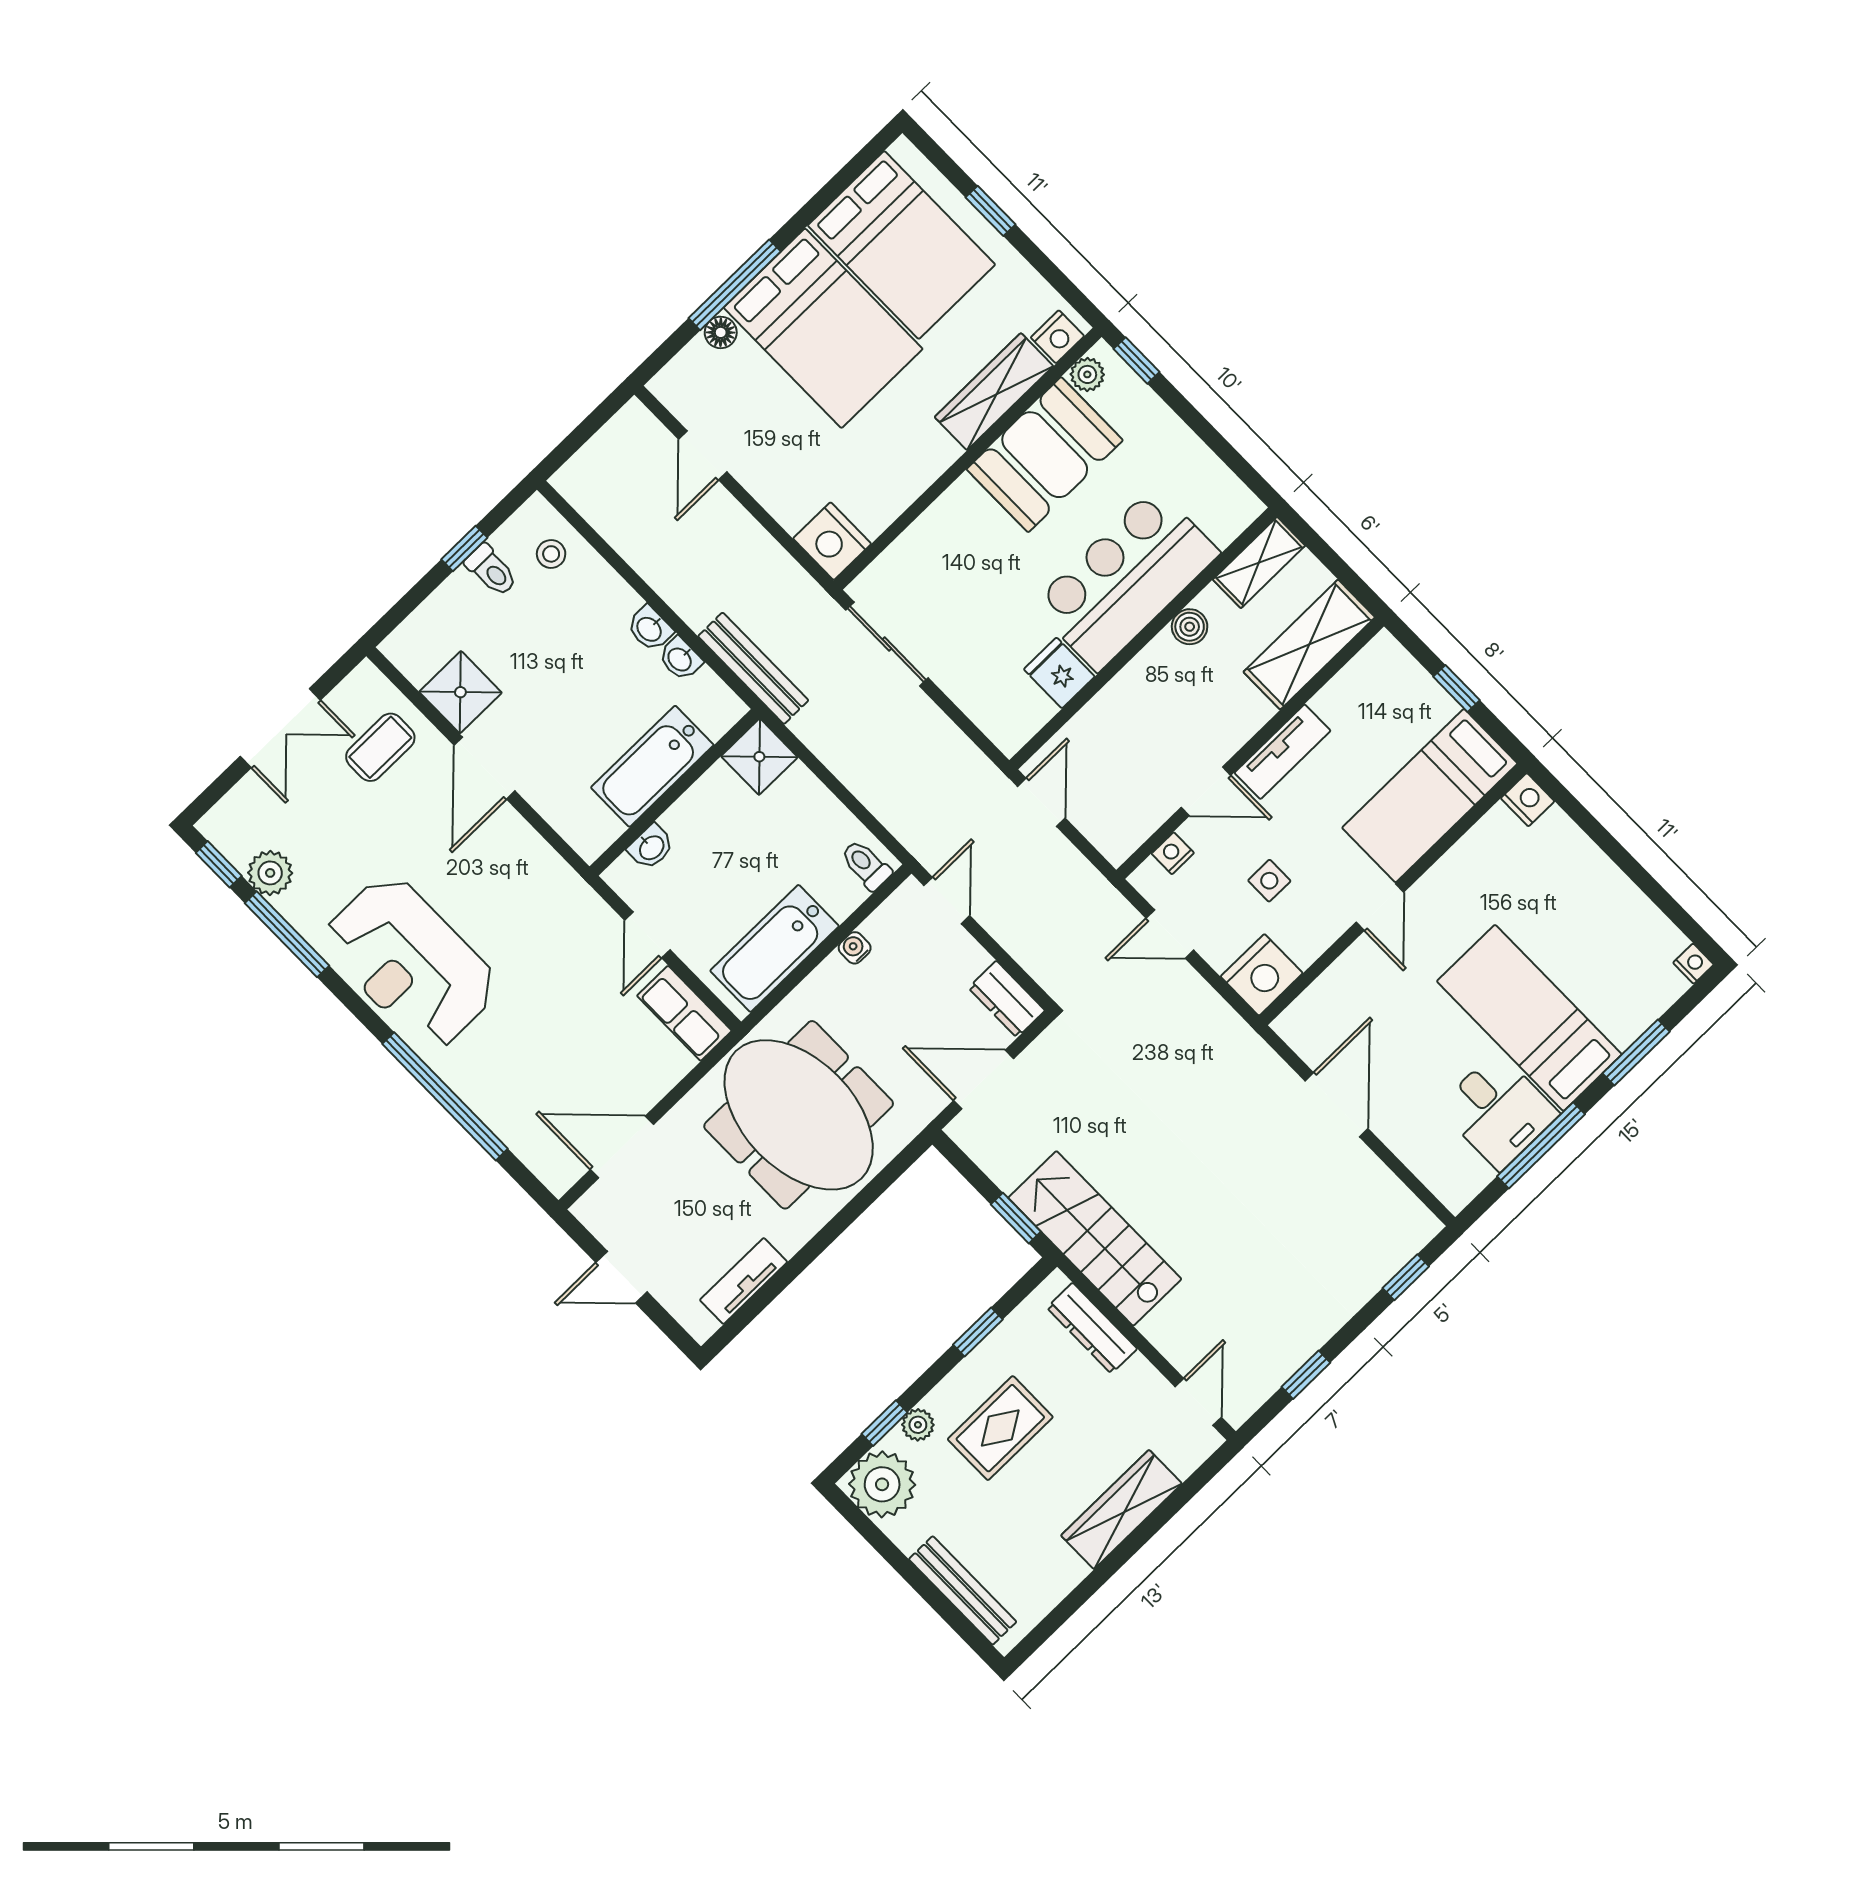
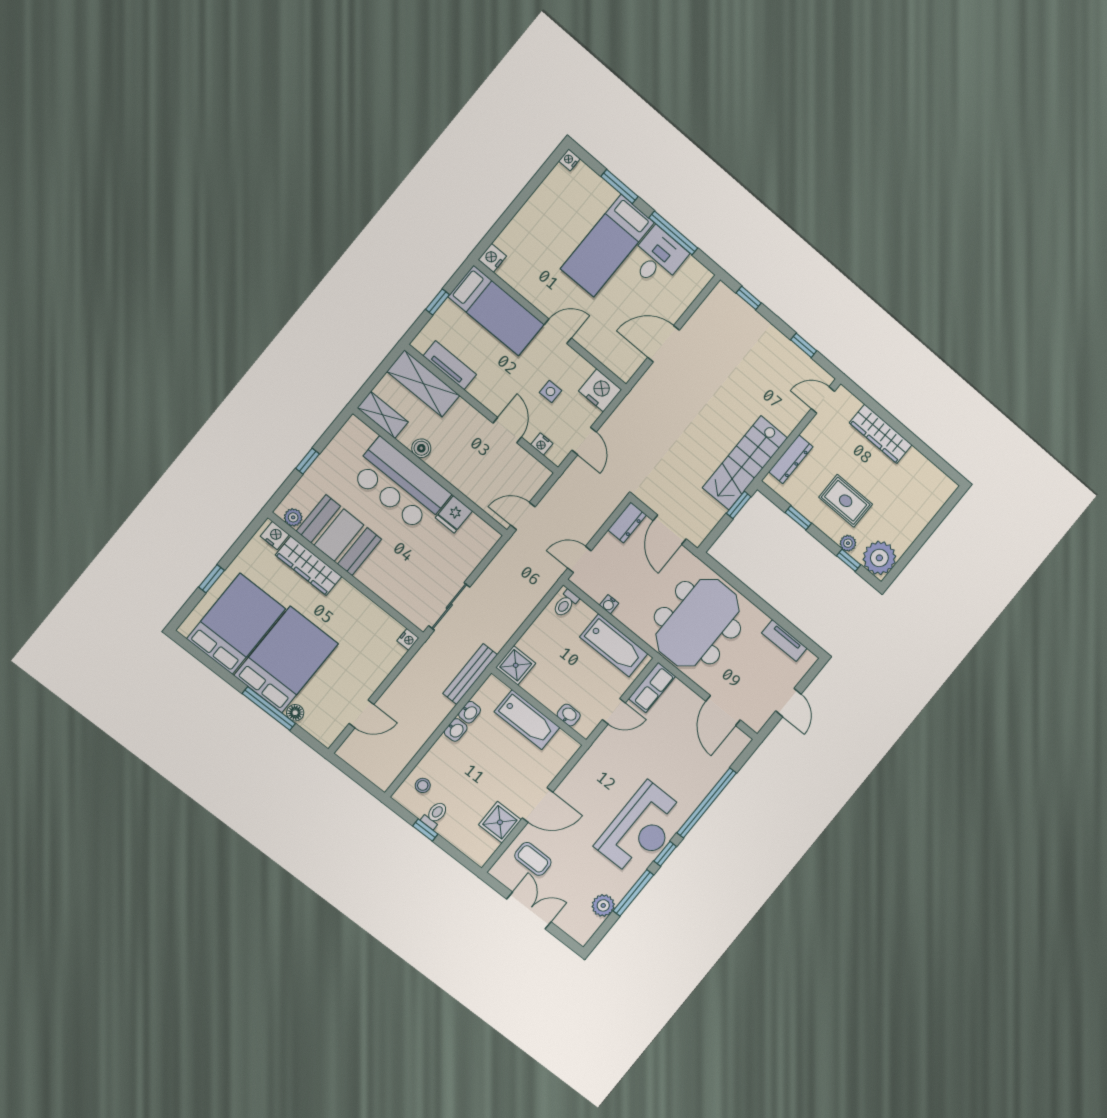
window: (1136, 360) -> (308, 461), moved
nightstand: (832, 541) -> (408, 639), width x0.53, depth x0.56
tv unit: (1282, 752) -> (450, 365), moved
window: (219, 864) -> (665, 854), moved
bench: (963, 1590) -> (928, 511), removed

